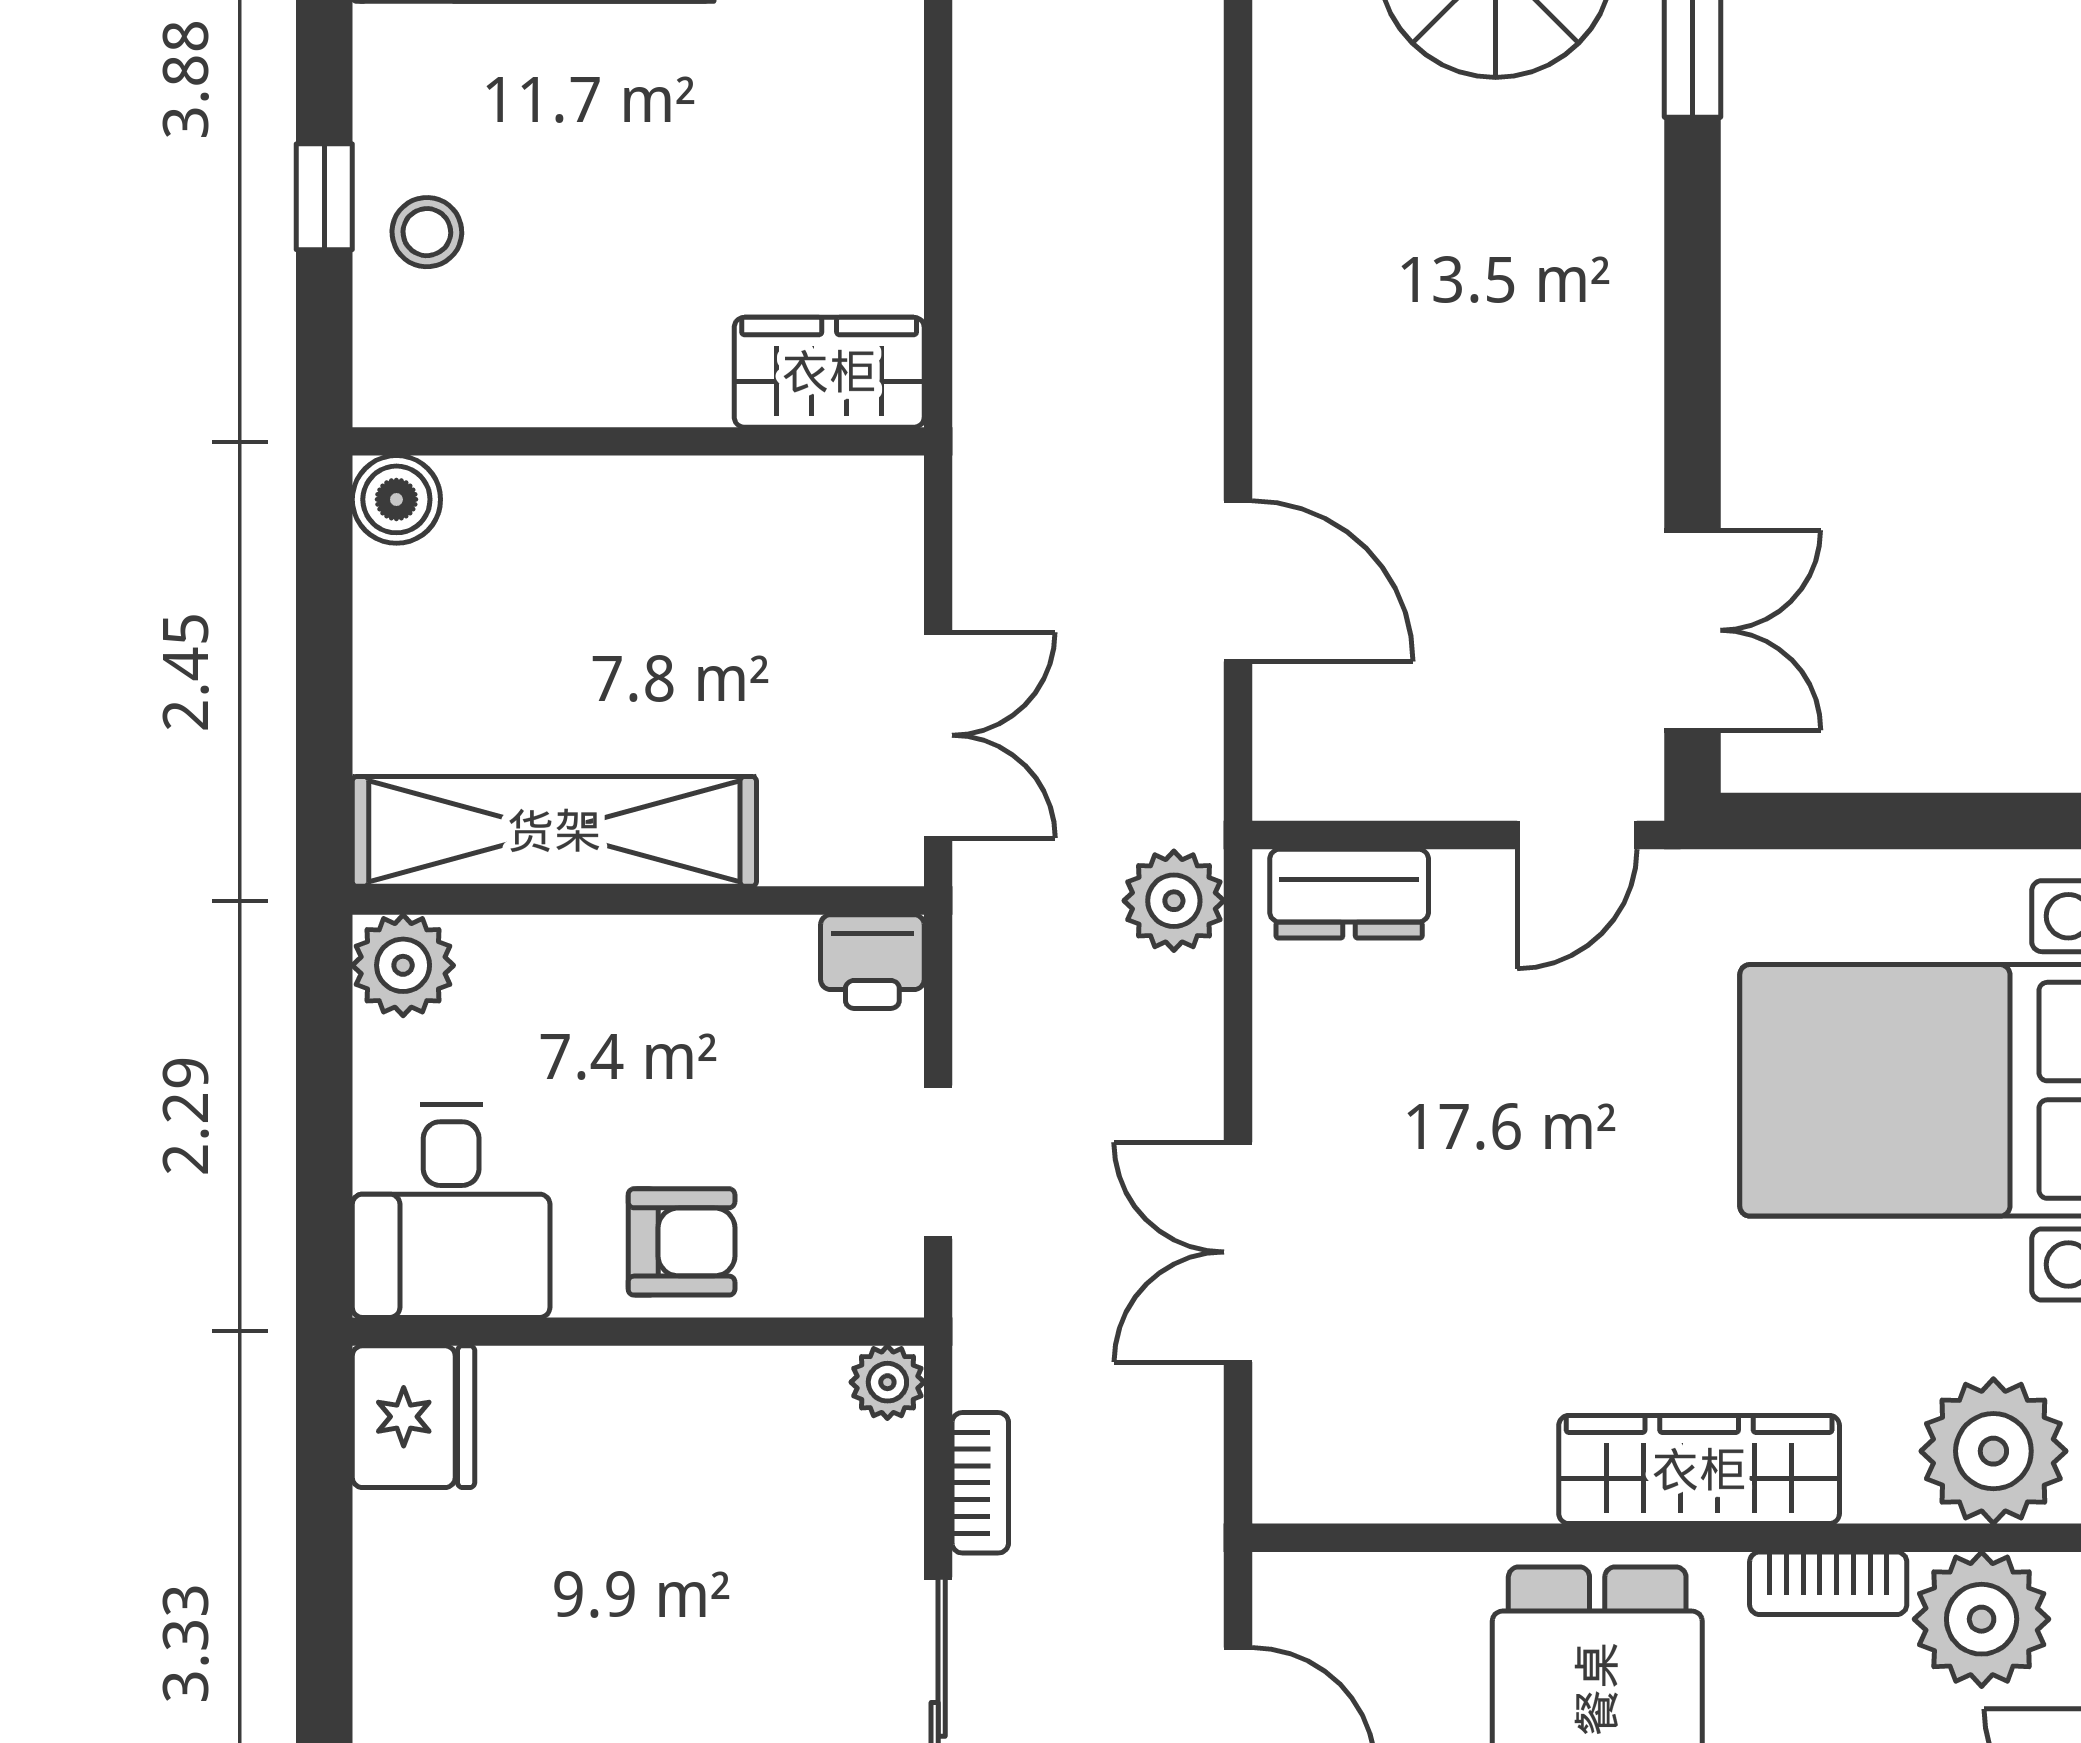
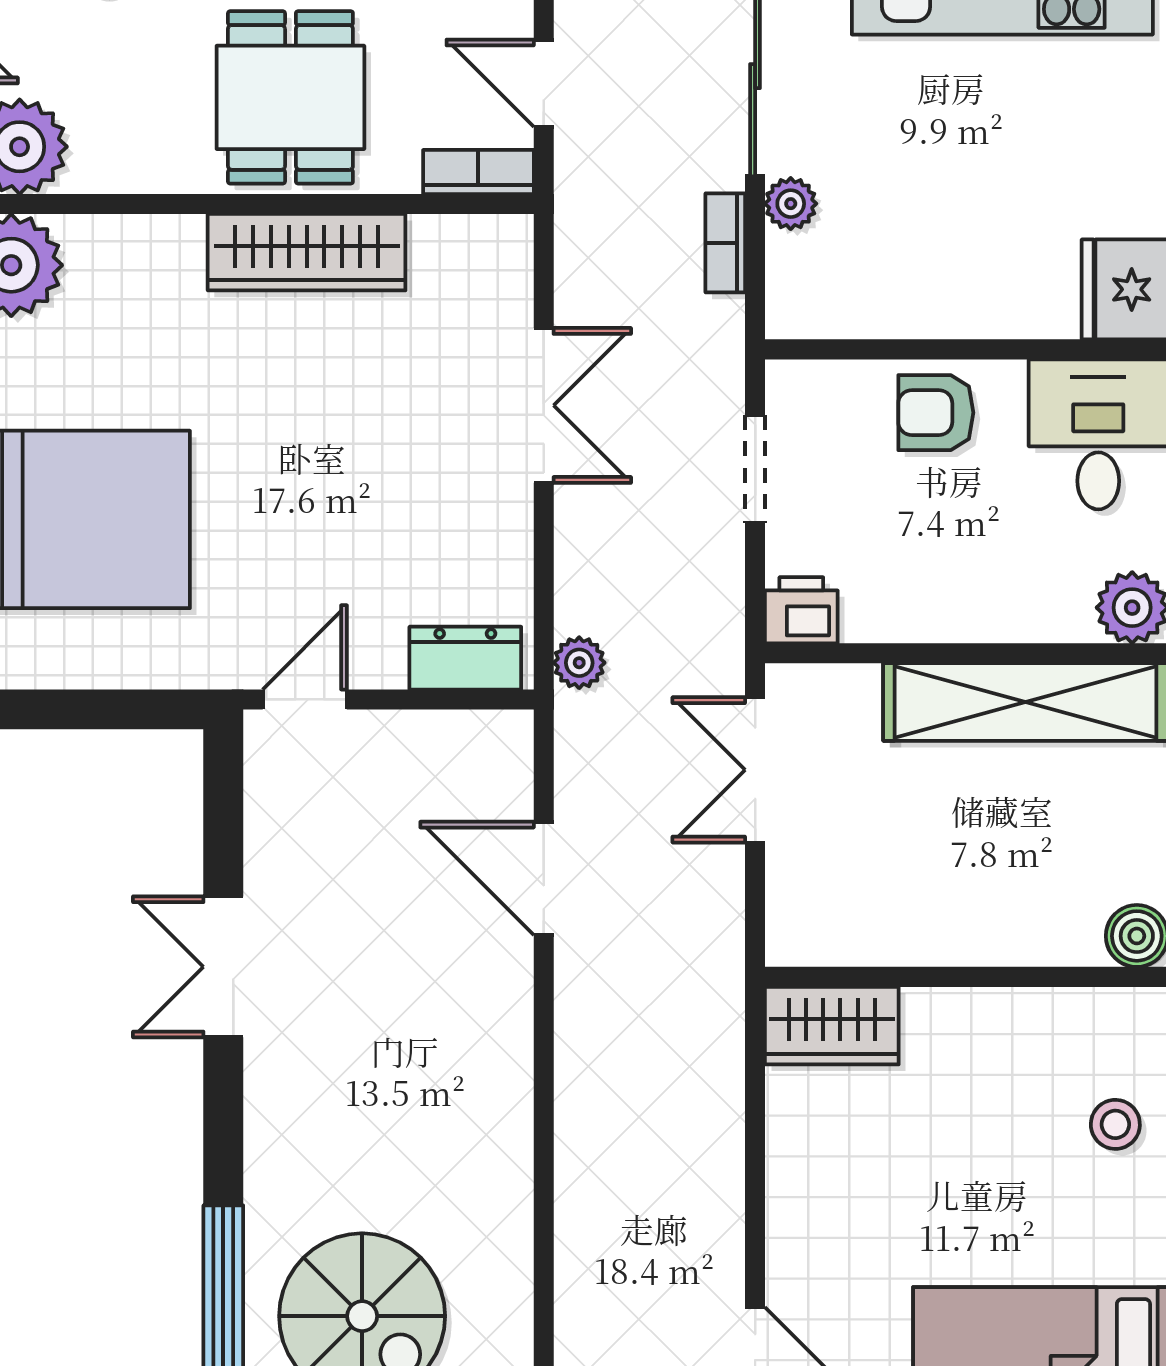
double door: (1692, 630) -> (223, 967), moved
plant: (1174, 901) -> (579, 663), width x0.73, depth x0.73
plant: (887, 1382) -> (791, 204), moved
wardrobe: (1699, 1470) -> (307, 252), moved
bookcase: (1828, 1583) -> (478, 172), moved

